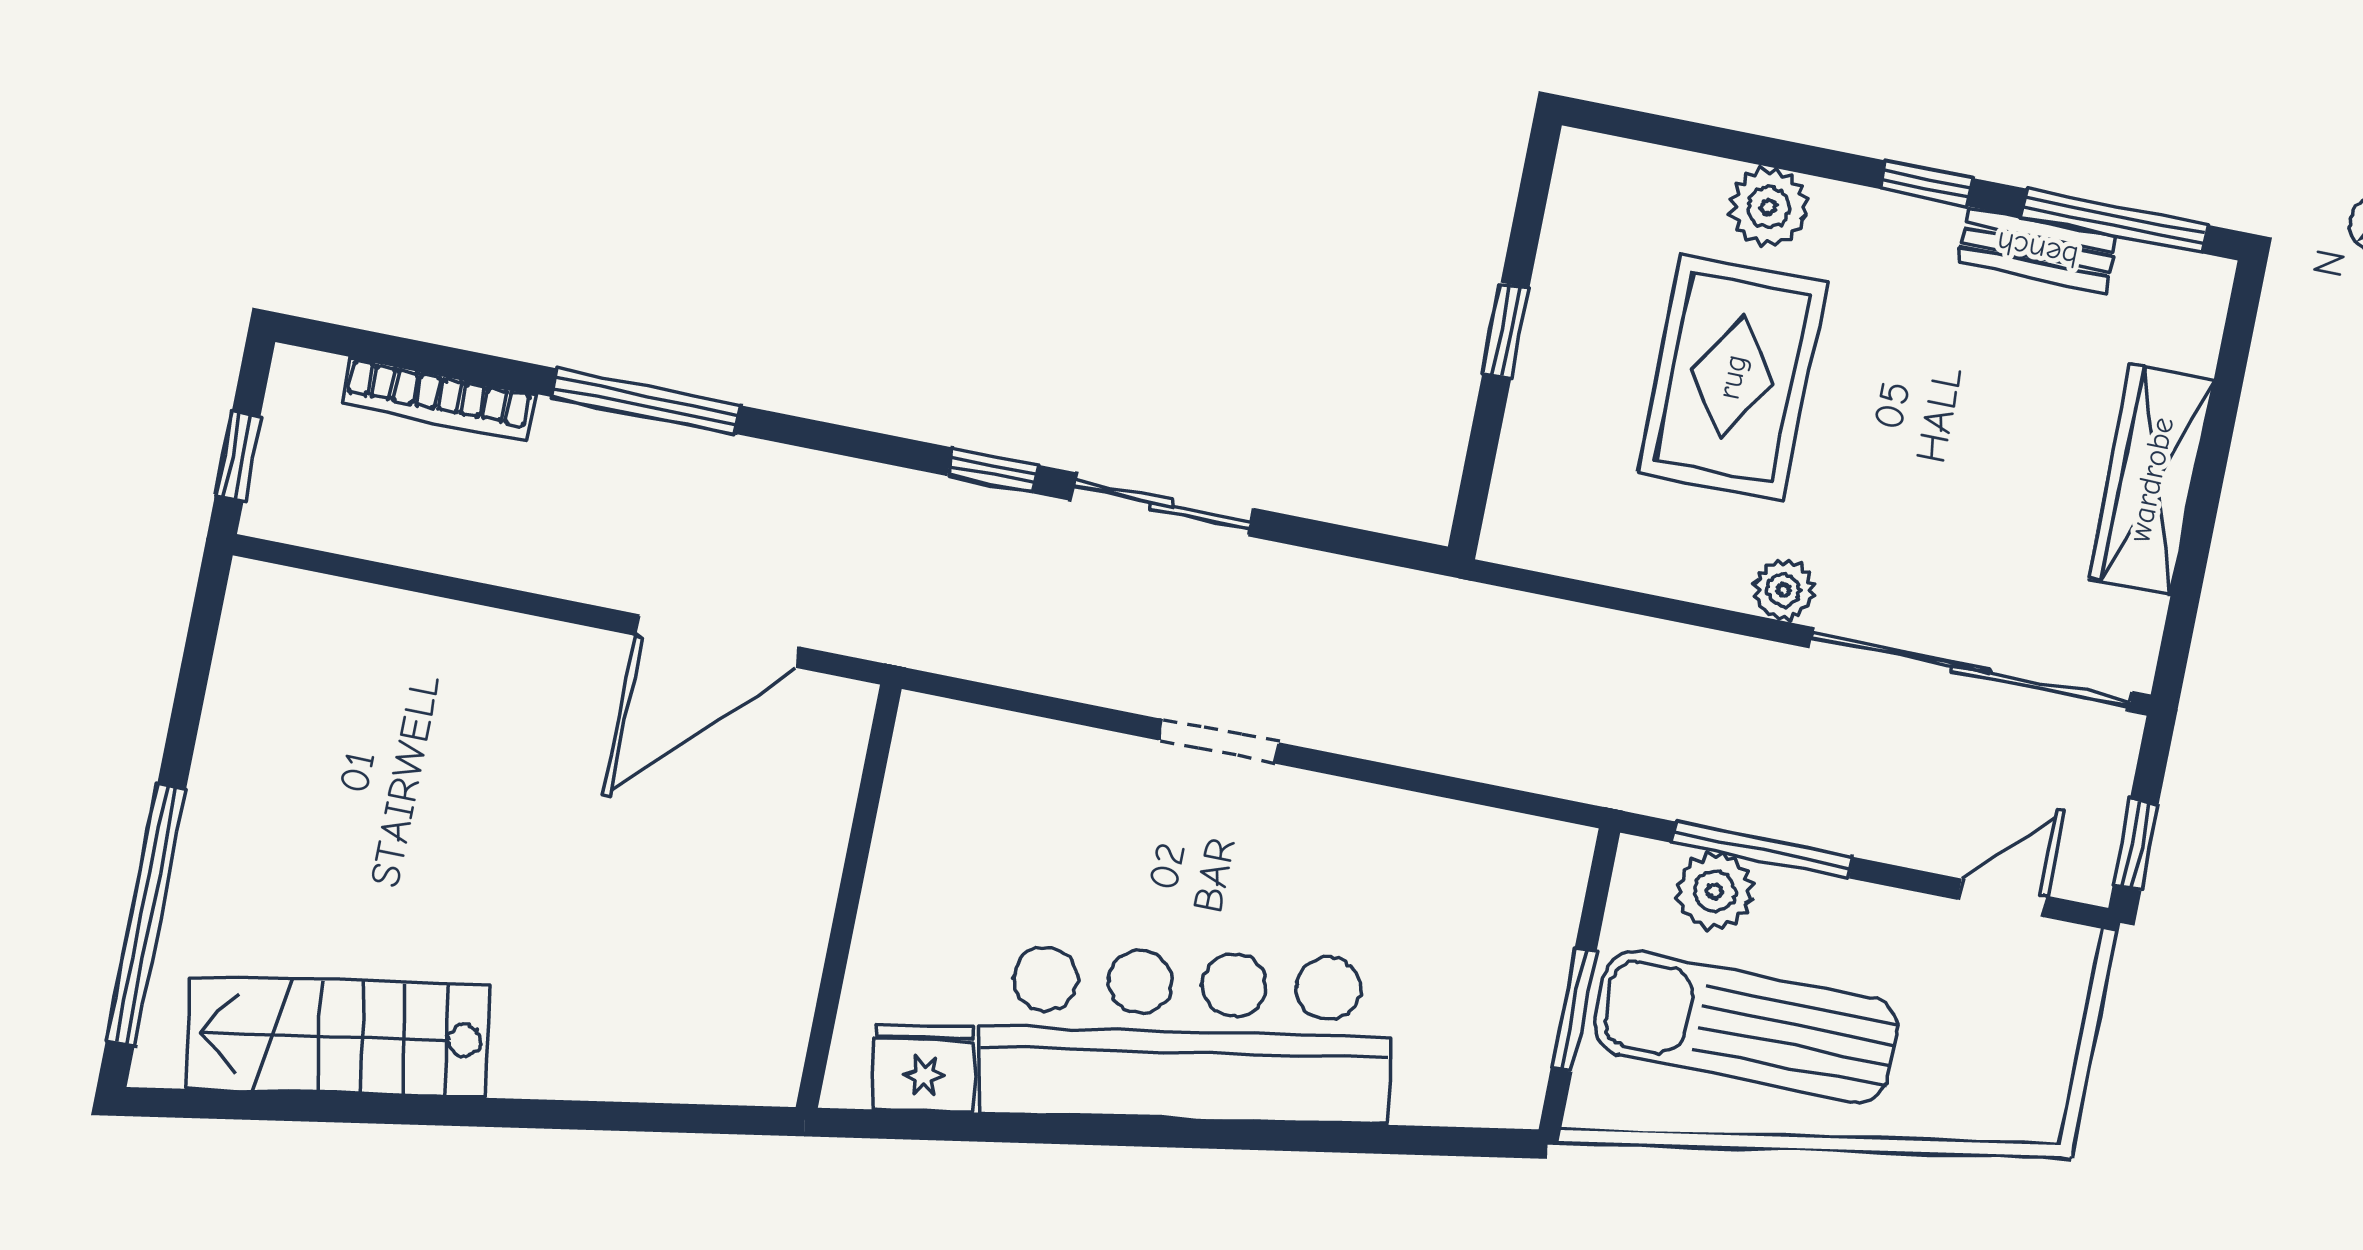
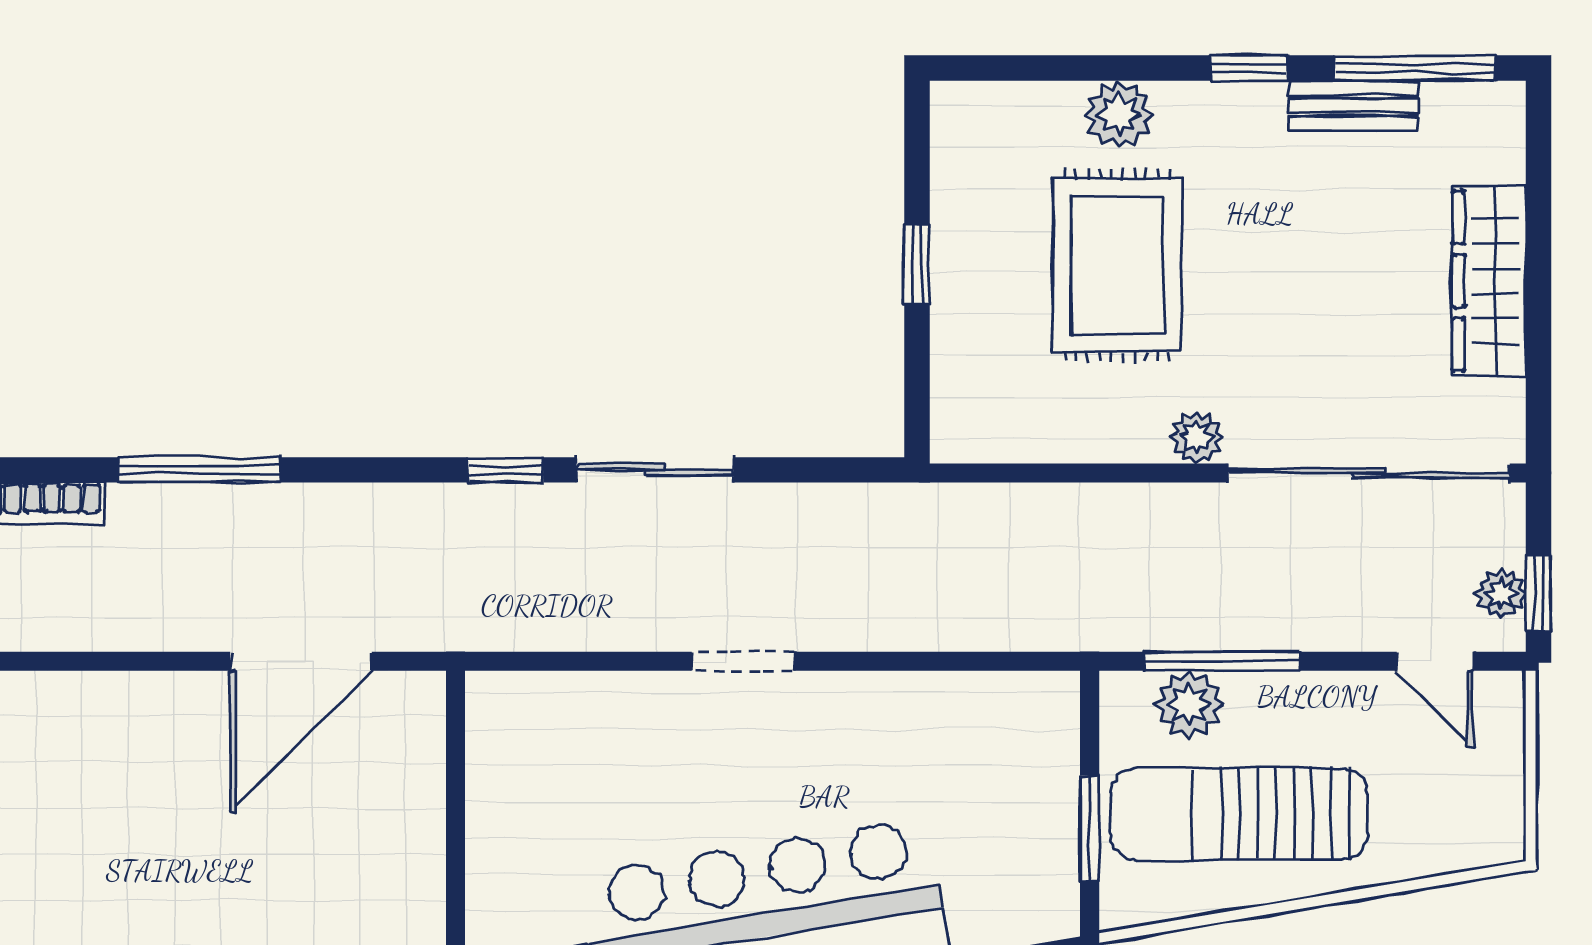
plant: (2093, 836) -> (1501, 594), added
door: (2003, 898) -> (1435, 661), swing flipped

